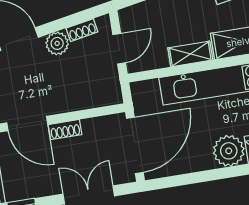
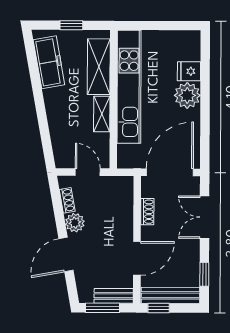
shoe rack: (65, 130) -> (147, 212), moved
door: (135, 145) -> (170, 172), hinge flipped

